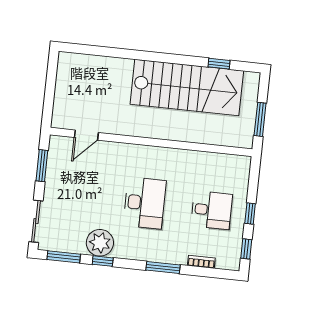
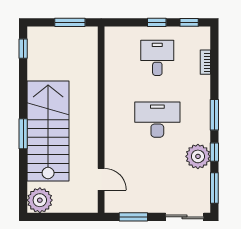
window: (145, 56) -> (23, 134), added
window: (219, 64) -> (23, 49), moved
plant: (71, 66) -> (40, 200), added
stairs: (187, 88) -> (48, 131), moved
window: (163, 267) -> (214, 115), moved

